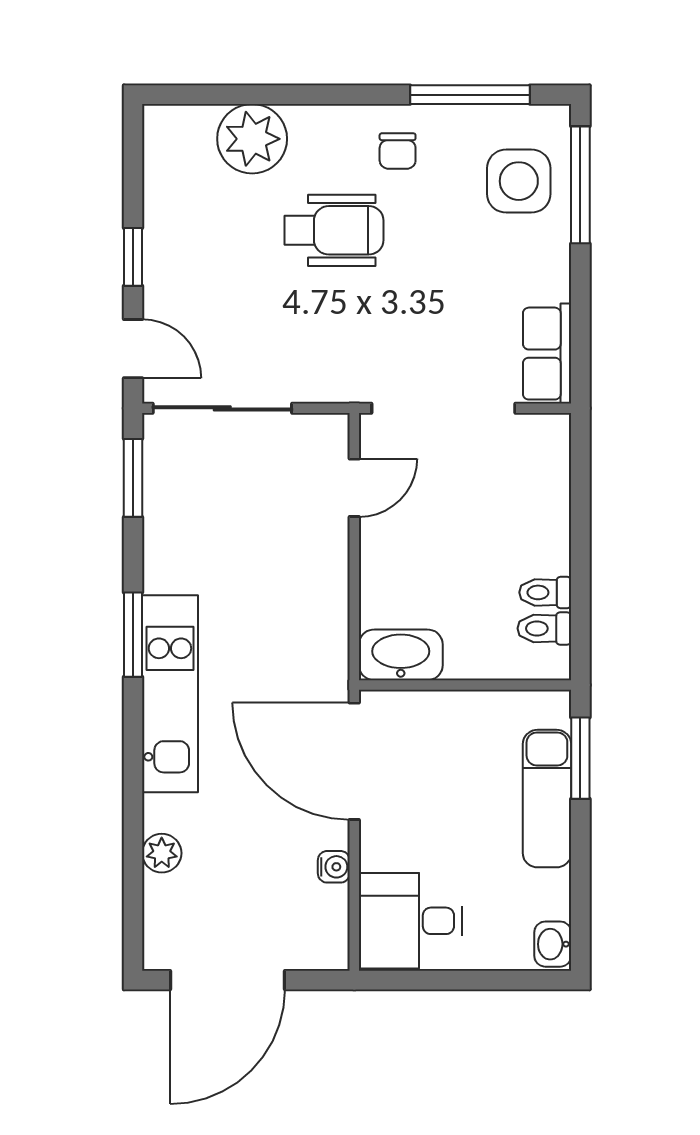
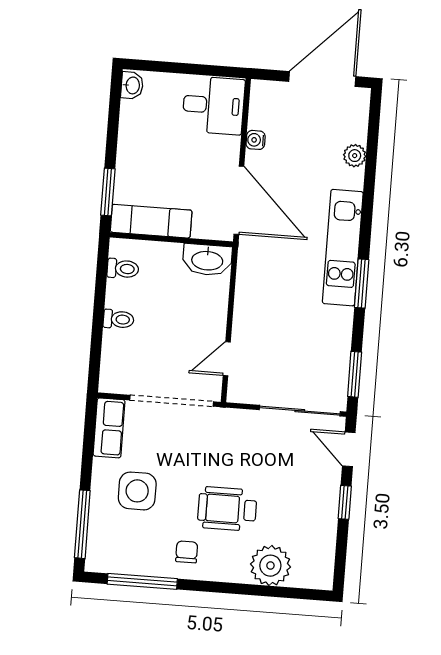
side table: (519, 181) -> (137, 491), moved
toilet: (545, 592) -> (119, 319), moved
exam couch: (547, 799) -> (151, 221), moved, turned -90

